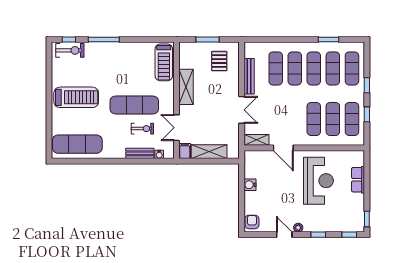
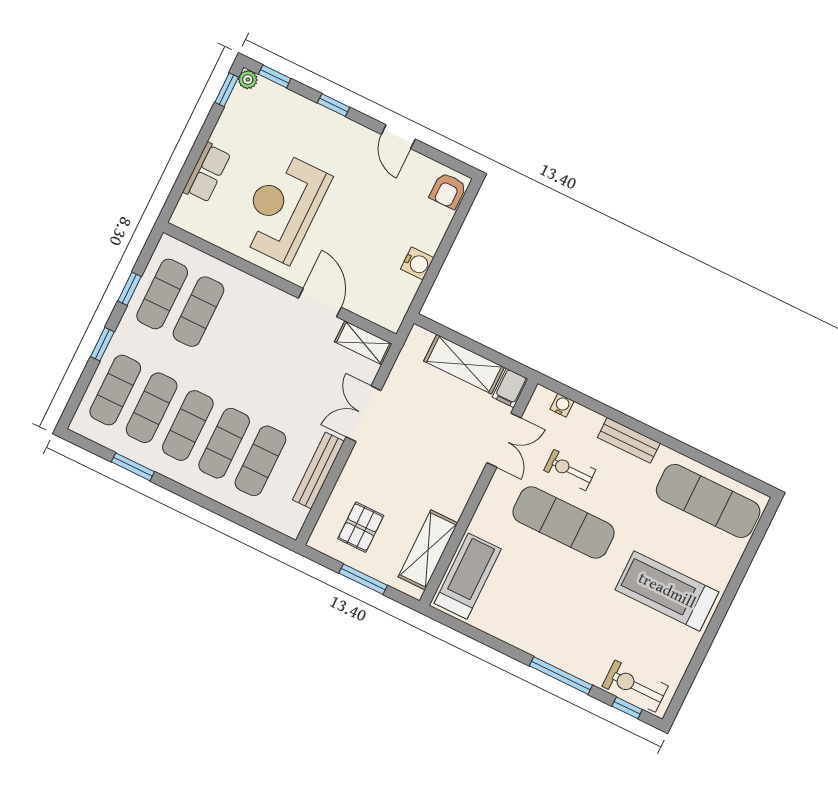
shelving: (186, 87) -> (428, 550), moved
exercise mat: (314, 119) -> (235, 329), removed
bench: (140, 153) -> (629, 440), moved
plant: (298, 228) -> (248, 80), moved

